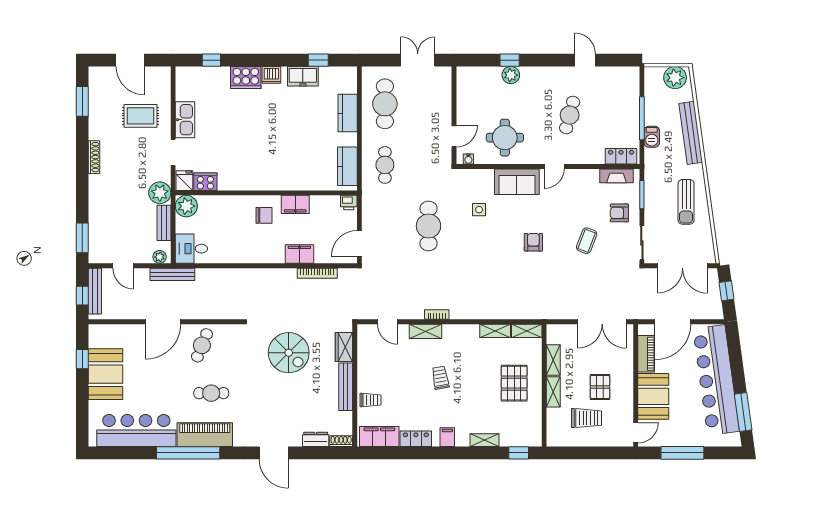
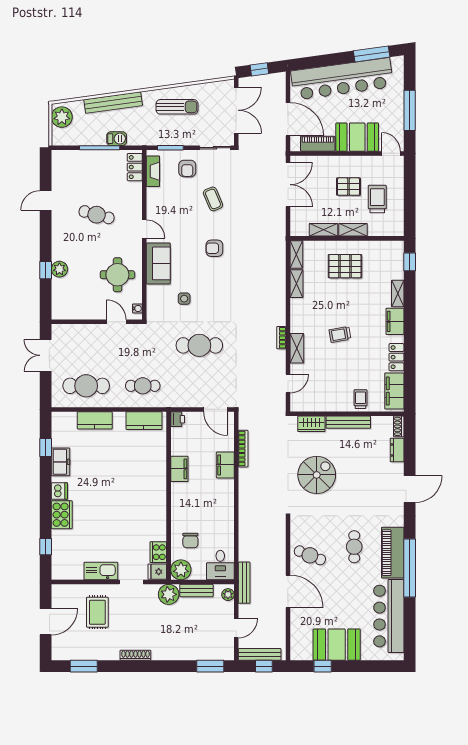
chair: (264, 215) -> (190, 540), moved, turned 180
coffee table: (587, 241) -> (213, 199), turned 46
filing cabinet: (447, 437) -> (395, 321), width x2.00

